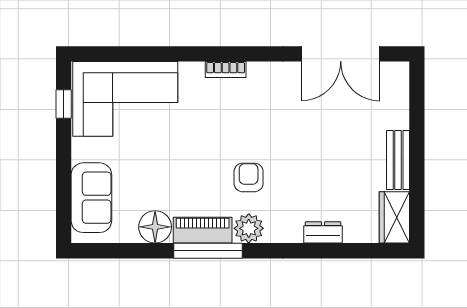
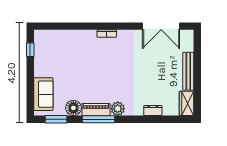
corner sofa: (125, 99) -> (59, 47), removed
bench: (398, 160) -> (188, 71), width x1.36
armchair: (249, 177) -> (118, 85), removed
window: (118, 251) -> (56, 119), added

